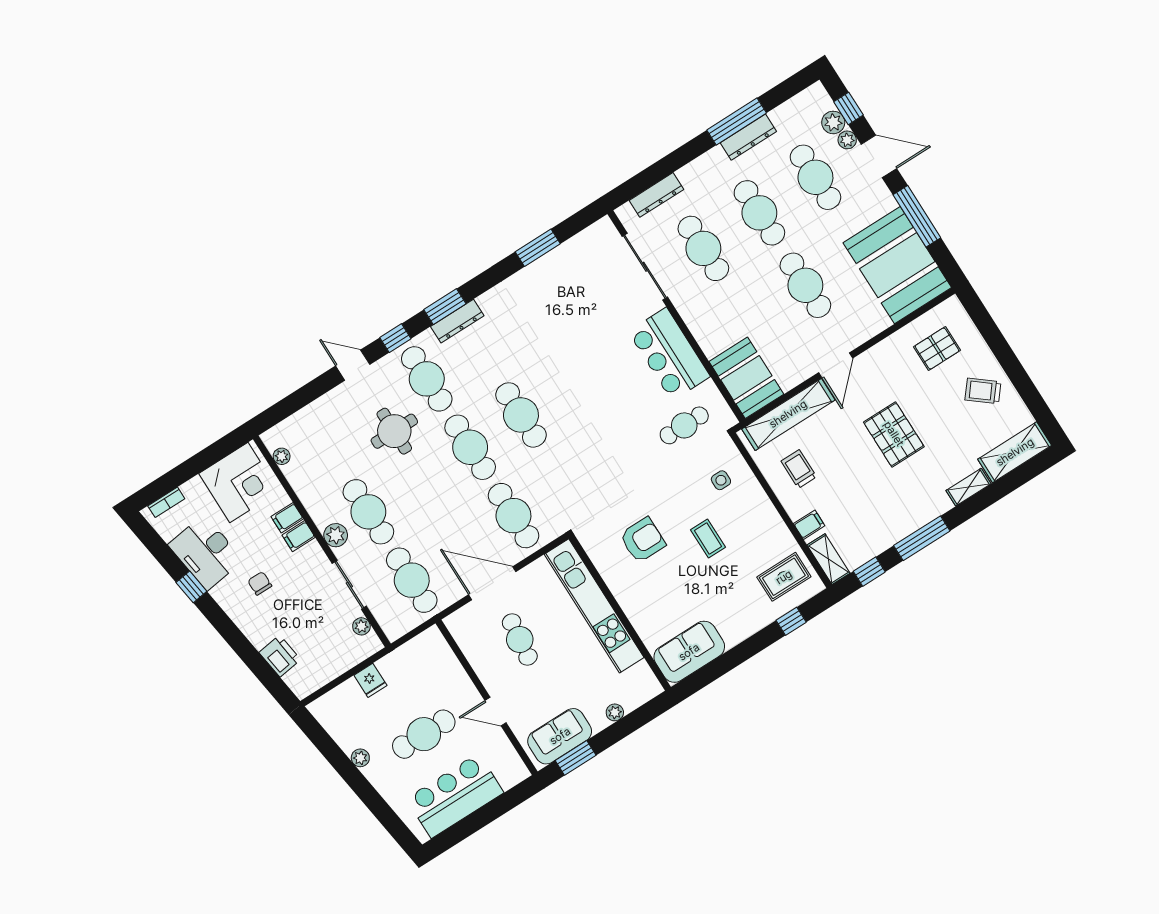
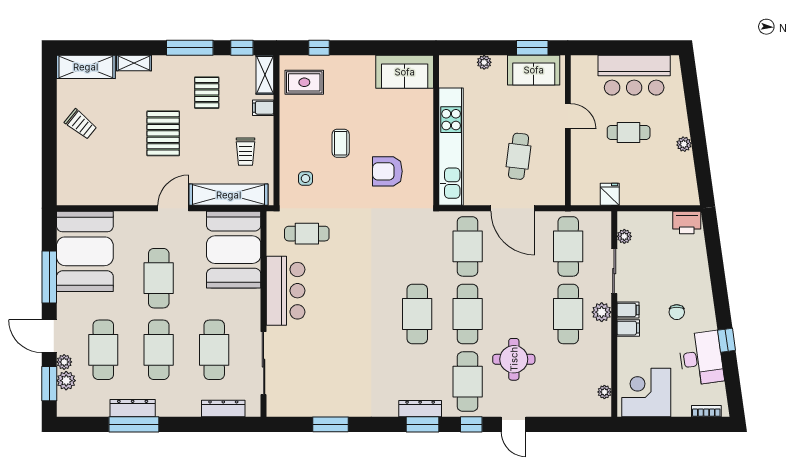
window: (848, 108) -> (49, 384), width x1.50
pallet: (937, 349) -> (207, 93), moved, turned 90
booth: (746, 378) -> (234, 250), width x1.36, depth x1.42
filing cabinet: (287, 518) -> (628, 310), moved
printer: (280, 656) -> (687, 222), moved, turned -82
fridge: (370, 680) -> (610, 194), moved
cafe table: (424, 734) -> (629, 132), width x0.73, depth x0.74

